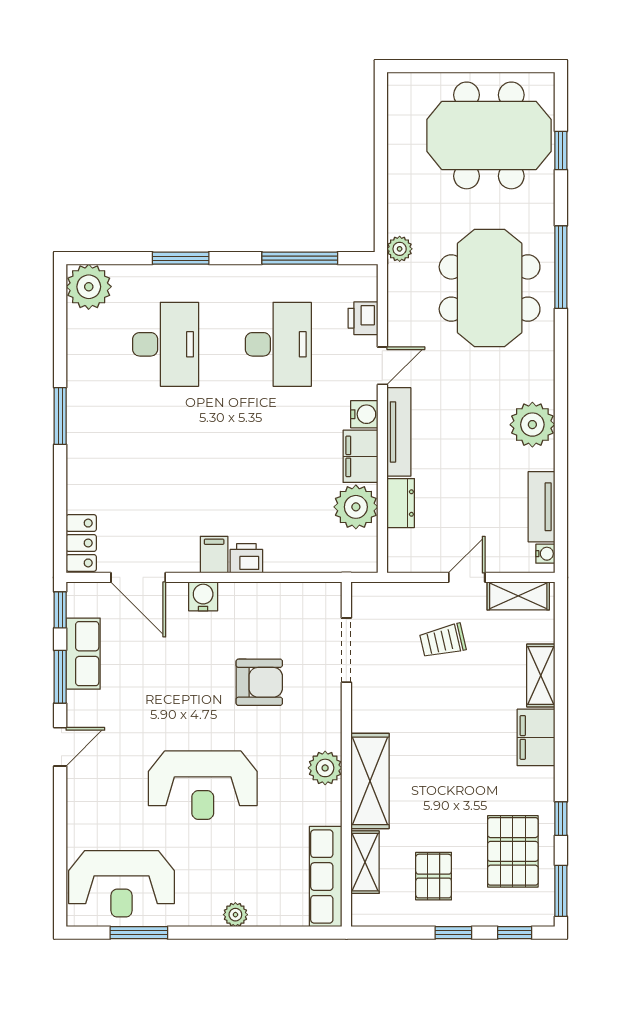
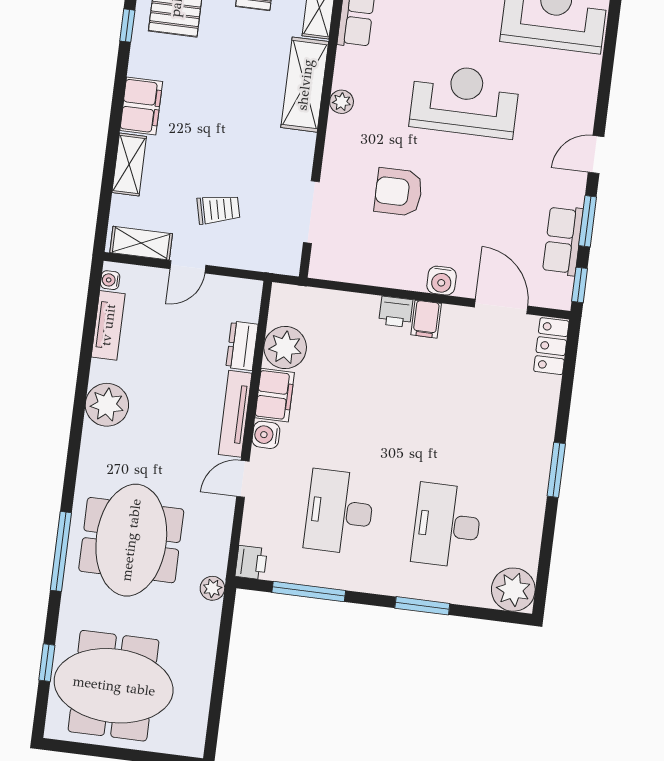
printer: (363, 318) -> (251, 563), moved
plant: (325, 768) -> (342, 102), width x0.73, depth x0.73

